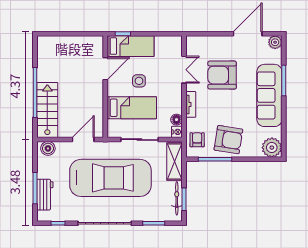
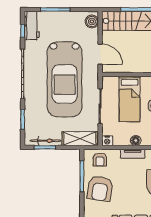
floor lamp: (177, 120) -> (136, 141), moved
armchair: (197, 140) -> (100, 160), turned 90
workbench: (45, 195) -> (32, 26), moved, turned -90

